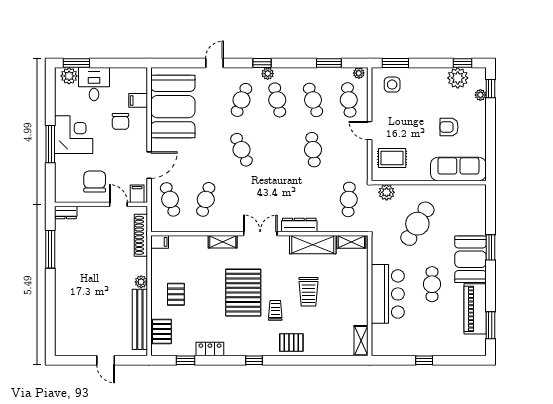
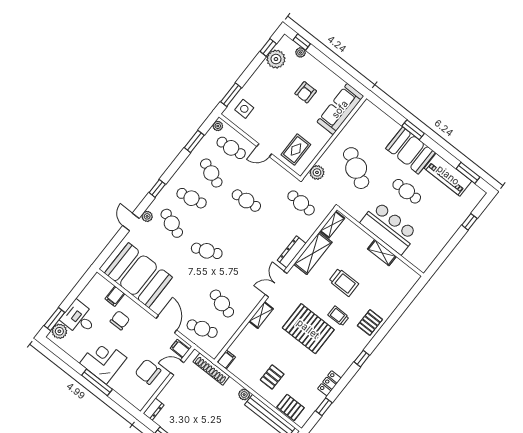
plant: (268, 74) -> (147, 216), moved
cafe table: (313, 100) -> (211, 173), turned 39
chair: (120, 121) -> (120, 320), turned -90
pallet: (176, 294) -> (272, 377), turned 90
shelving: (361, 341) -> (382, 253), moved
window: (424, 360) -> (469, 222), moved

